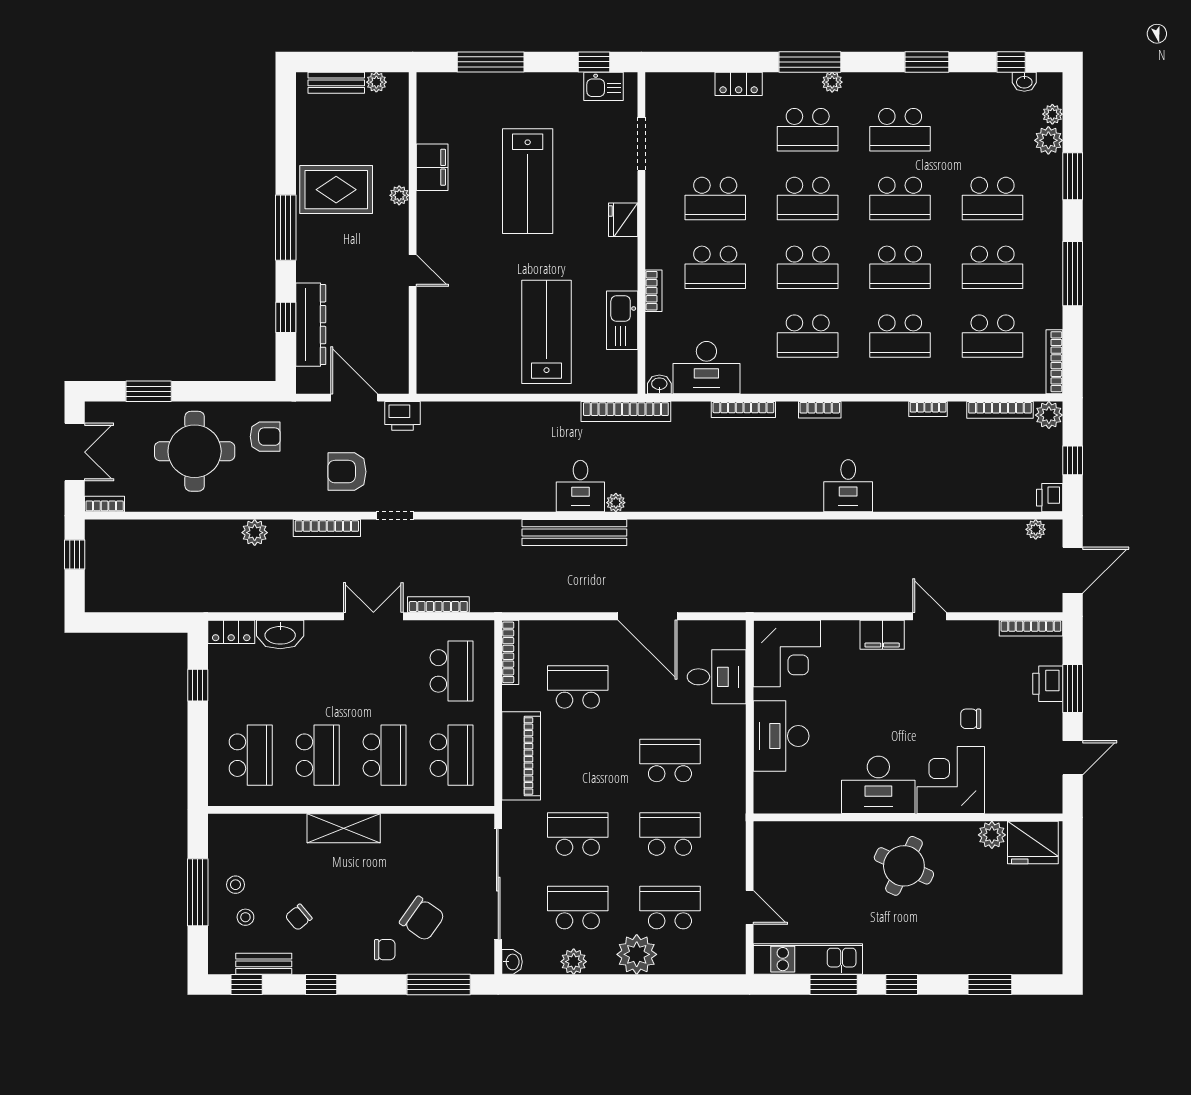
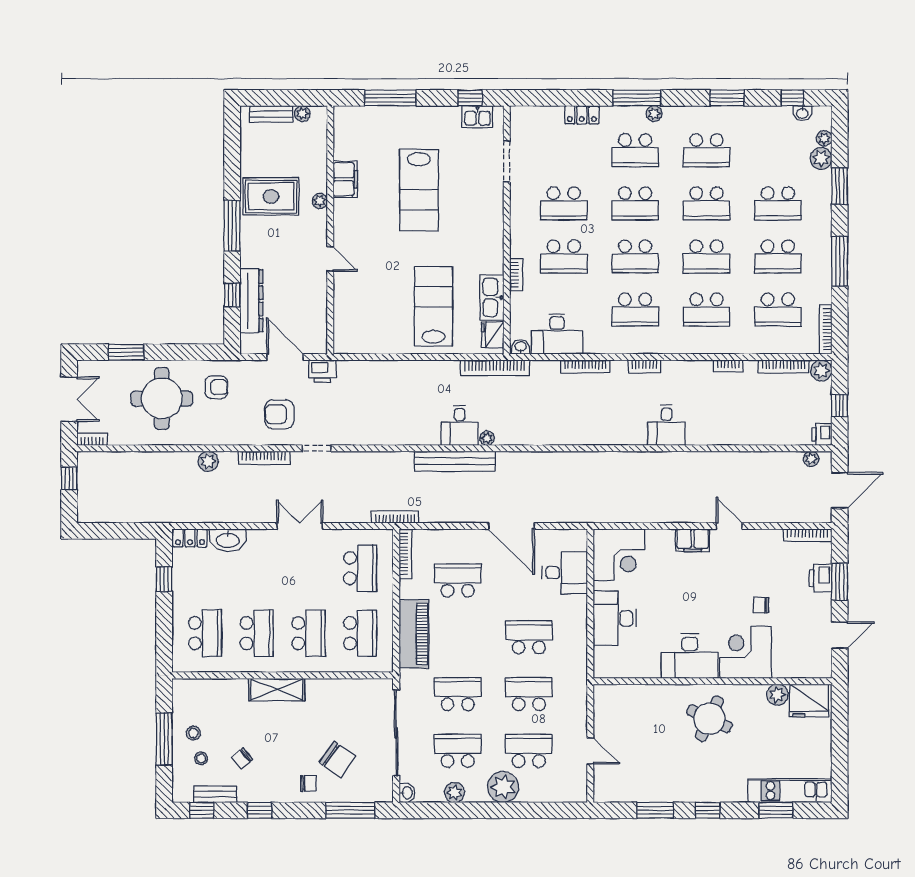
fridge: (623, 220) -> (493, 335), moved
bookcase: (438, 605) -> (395, 517), moved
kitchen unit: (808, 959) -> (790, 791), moved

